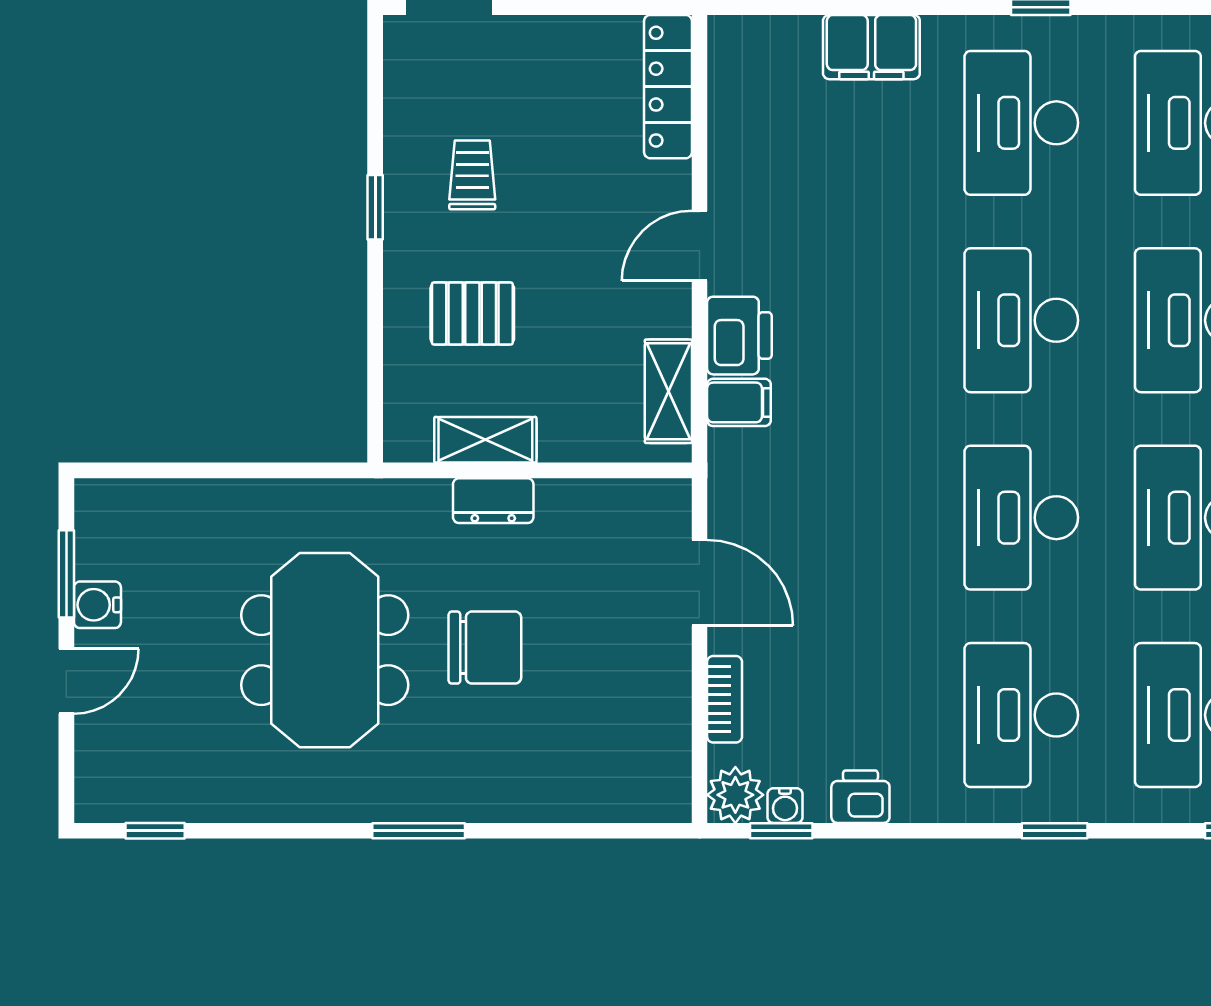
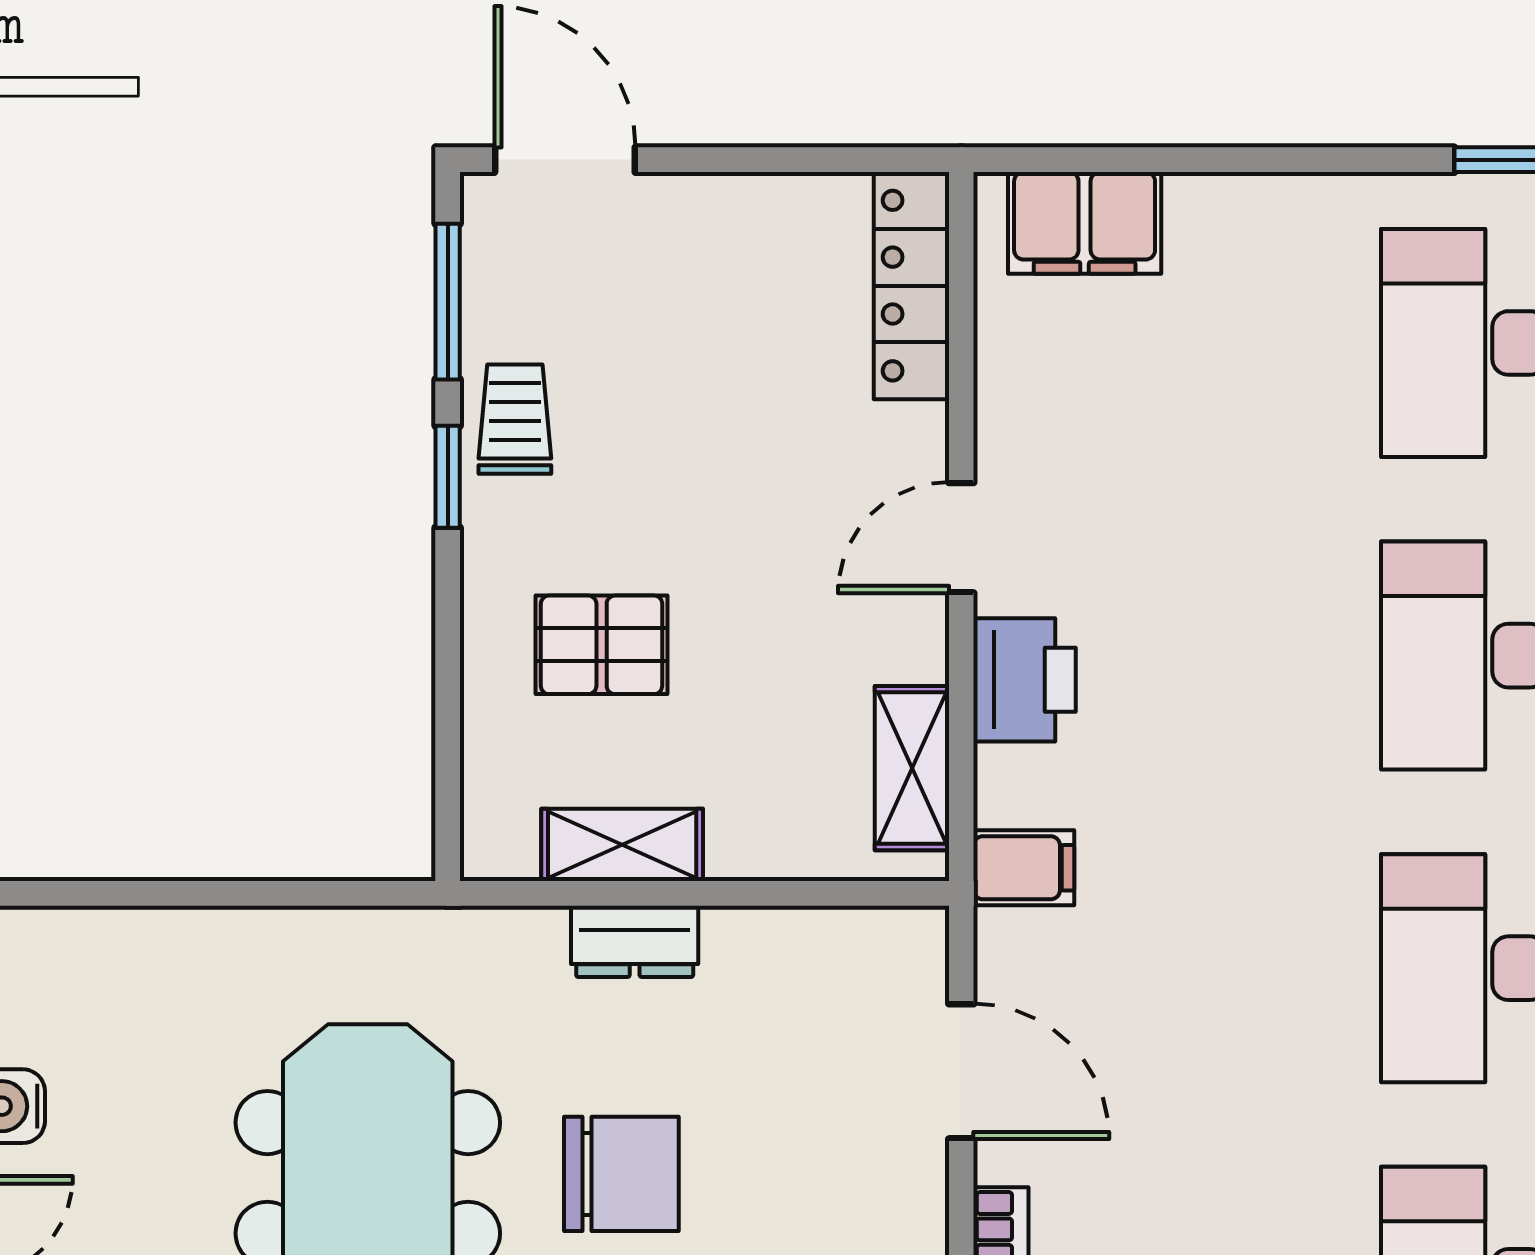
filing cabinet: (871, 47) -> (1085, 223), moved
window: (375, 97) -> (448, 302), added
trolley: (472, 175) -> (515, 419), moved
filing cabinet: (739, 402) -> (1024, 868), moved

